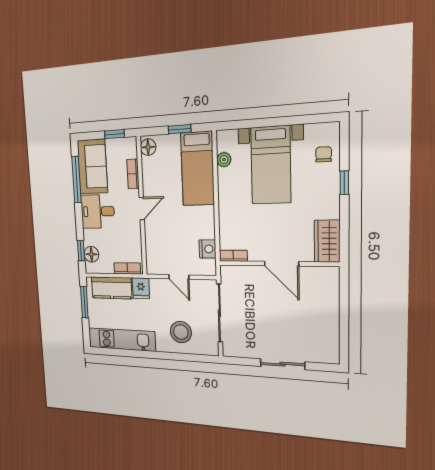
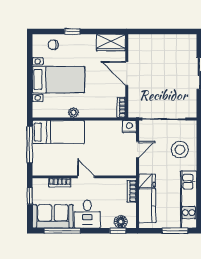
window: (180, 129) -> (30, 145), width x2.17
floor lamp: (148, 147) -> (41, 169), removed
plant: (224, 160) -> (73, 112), moved
nightstand: (208, 249) -> (129, 127), moved
door: (281, 264) -> (127, 73), swing flipped
window: (84, 302) -> (175, 231), moved

